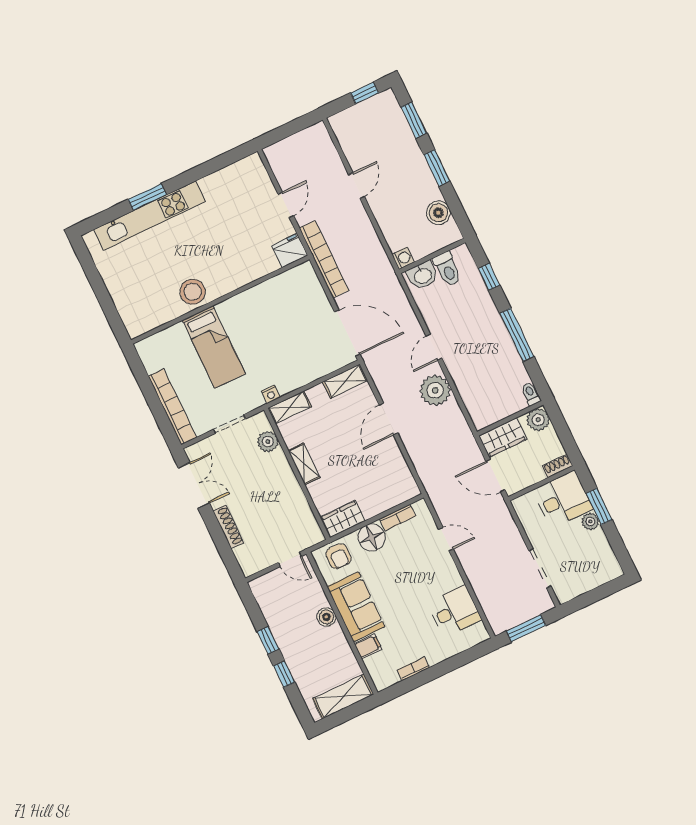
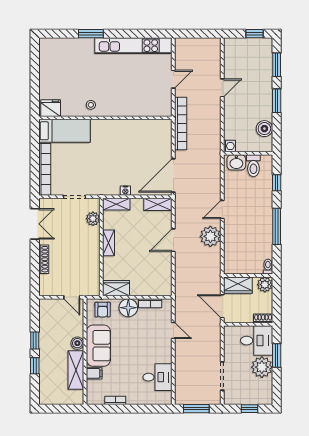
kitchen unit: (150, 216) -> (133, 46), moved
fridge: (290, 251) -> (51, 108), moved
stool: (193, 292) -> (91, 105), width x0.53, depth x0.53
door: (347, 333) -> (173, 176), swing flipped
bed: (214, 347) -> (64, 131), moved, turned -90
nightstand: (271, 394) -> (125, 191), moved
plant: (590, 522) -> (262, 367), width x1.87, depth x1.87
window: (597, 594) -> (249, 409), added
shelving: (343, 696) -> (76, 370), moved, turned 90

